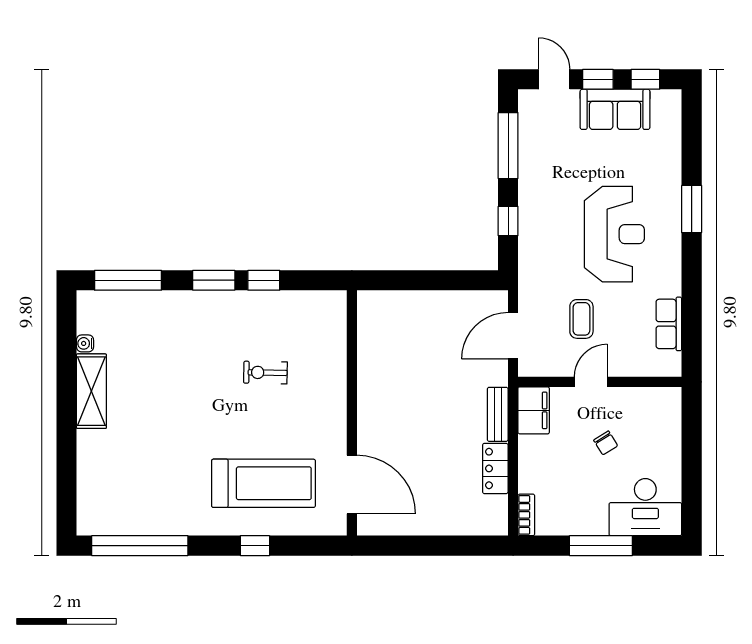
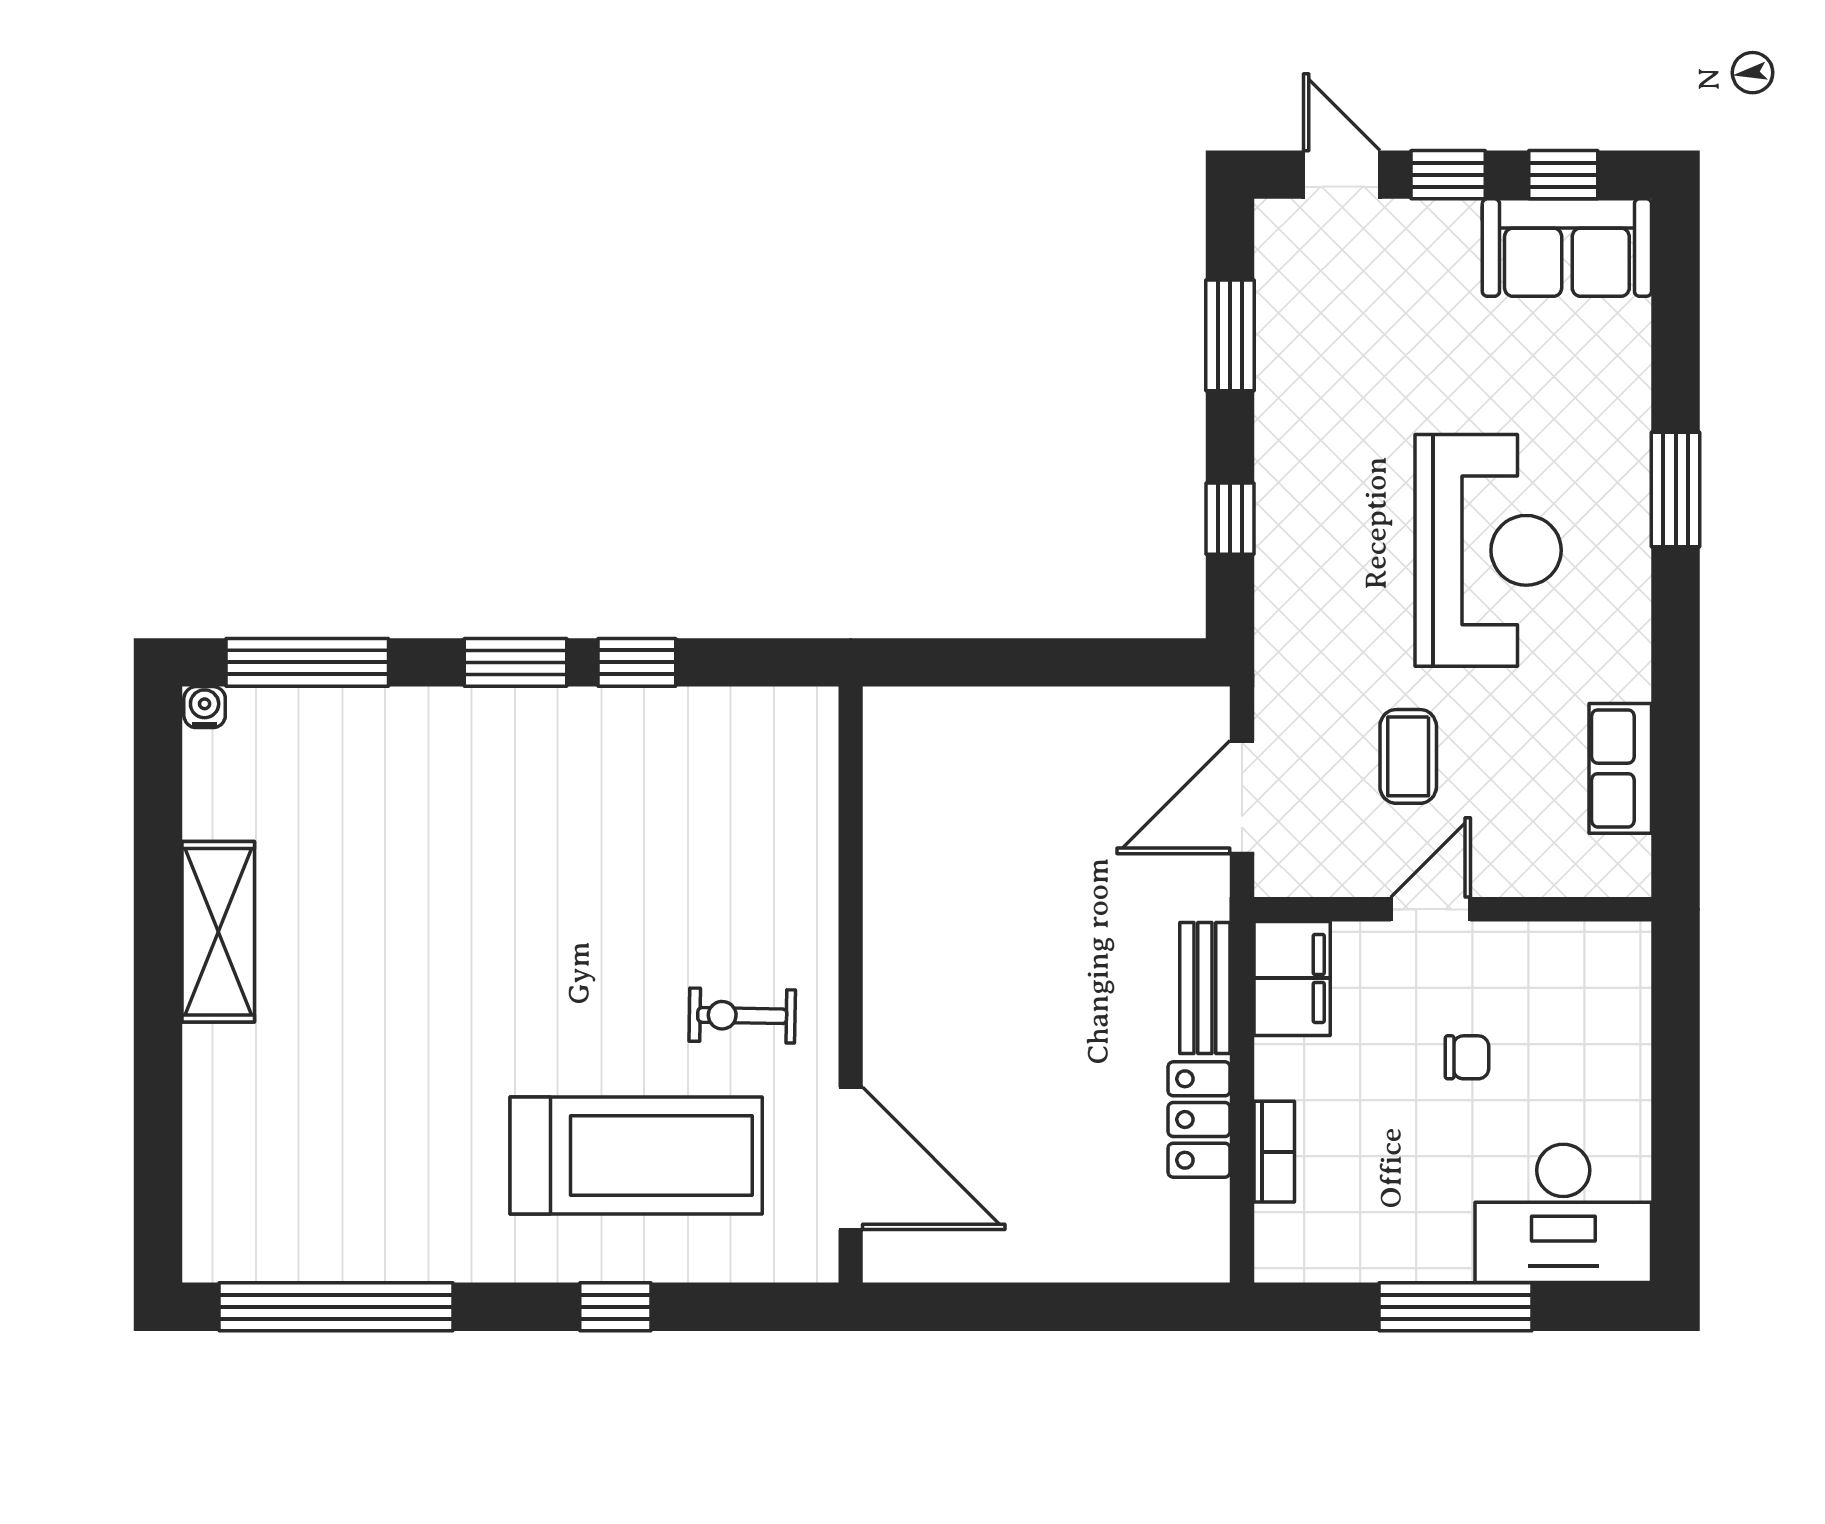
sofa: (615, 109) -> (1567, 248), moved
window: (508, 146) -> (1230, 335), width x0.69
water cooler: (85, 343) -> (205, 707), moved, turned 90
exercise bike: (265, 373) -> (742, 1016), moved
chair: (606, 443) -> (1467, 1057), turned -58
bookcase: (526, 515) -> (1274, 1152), moved

